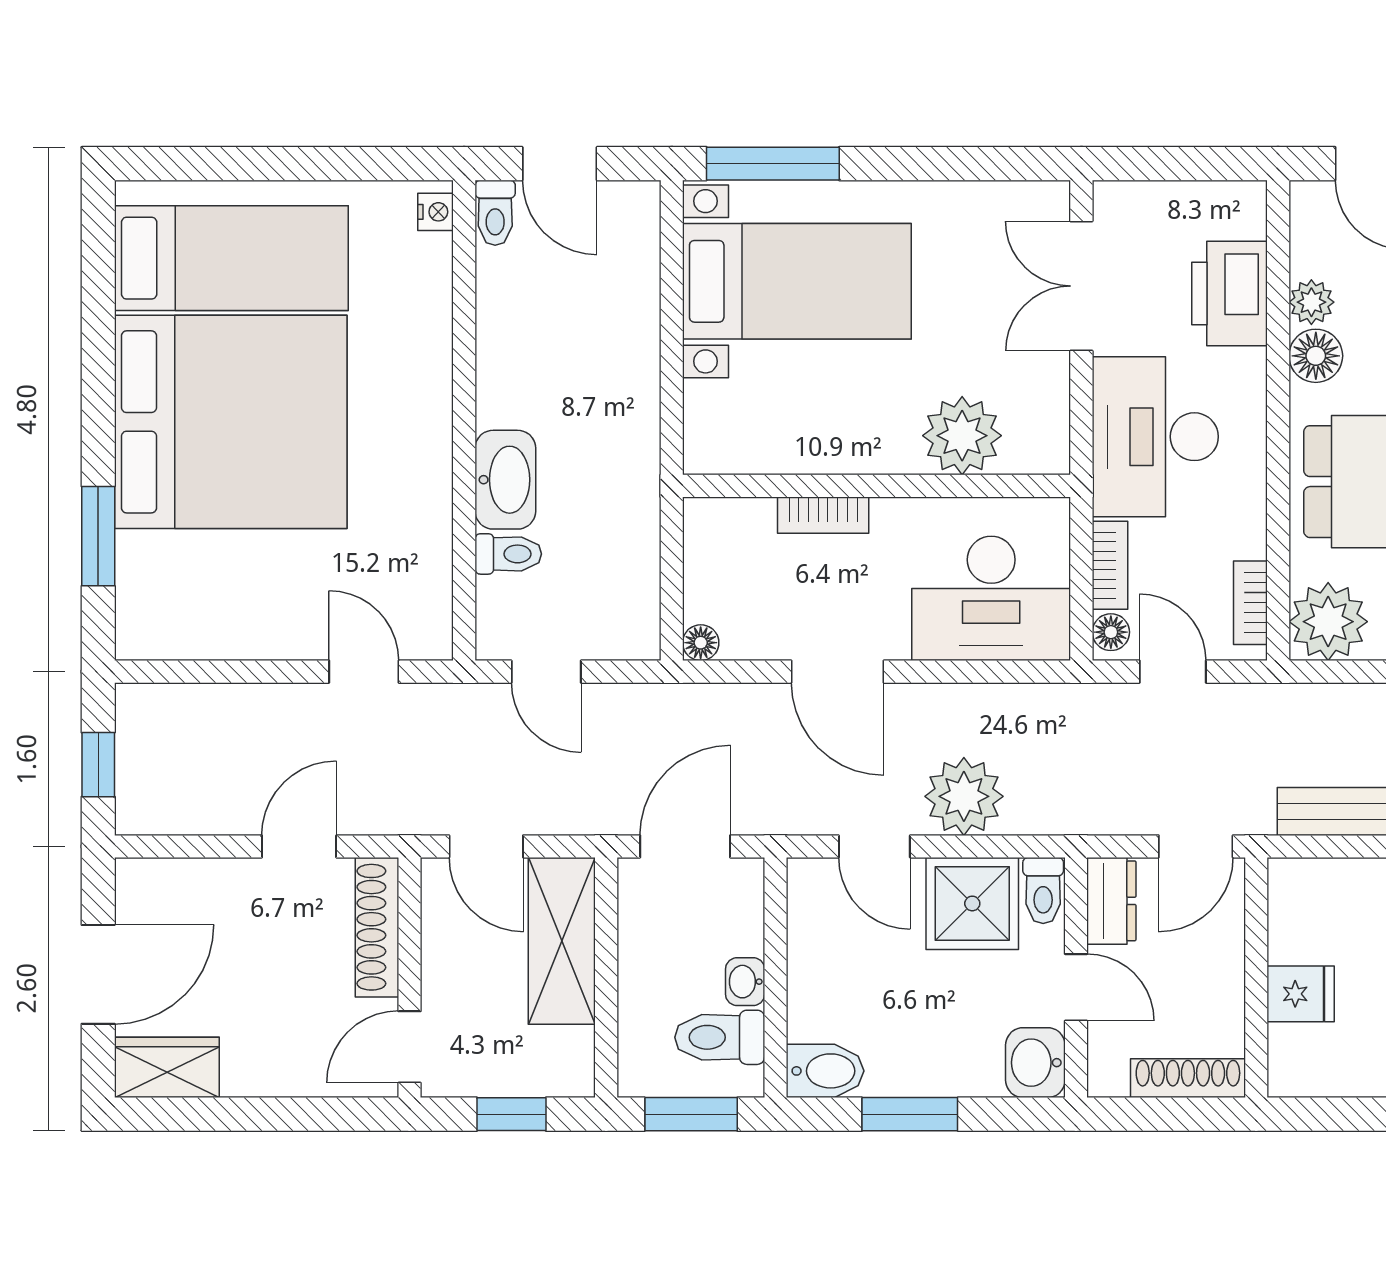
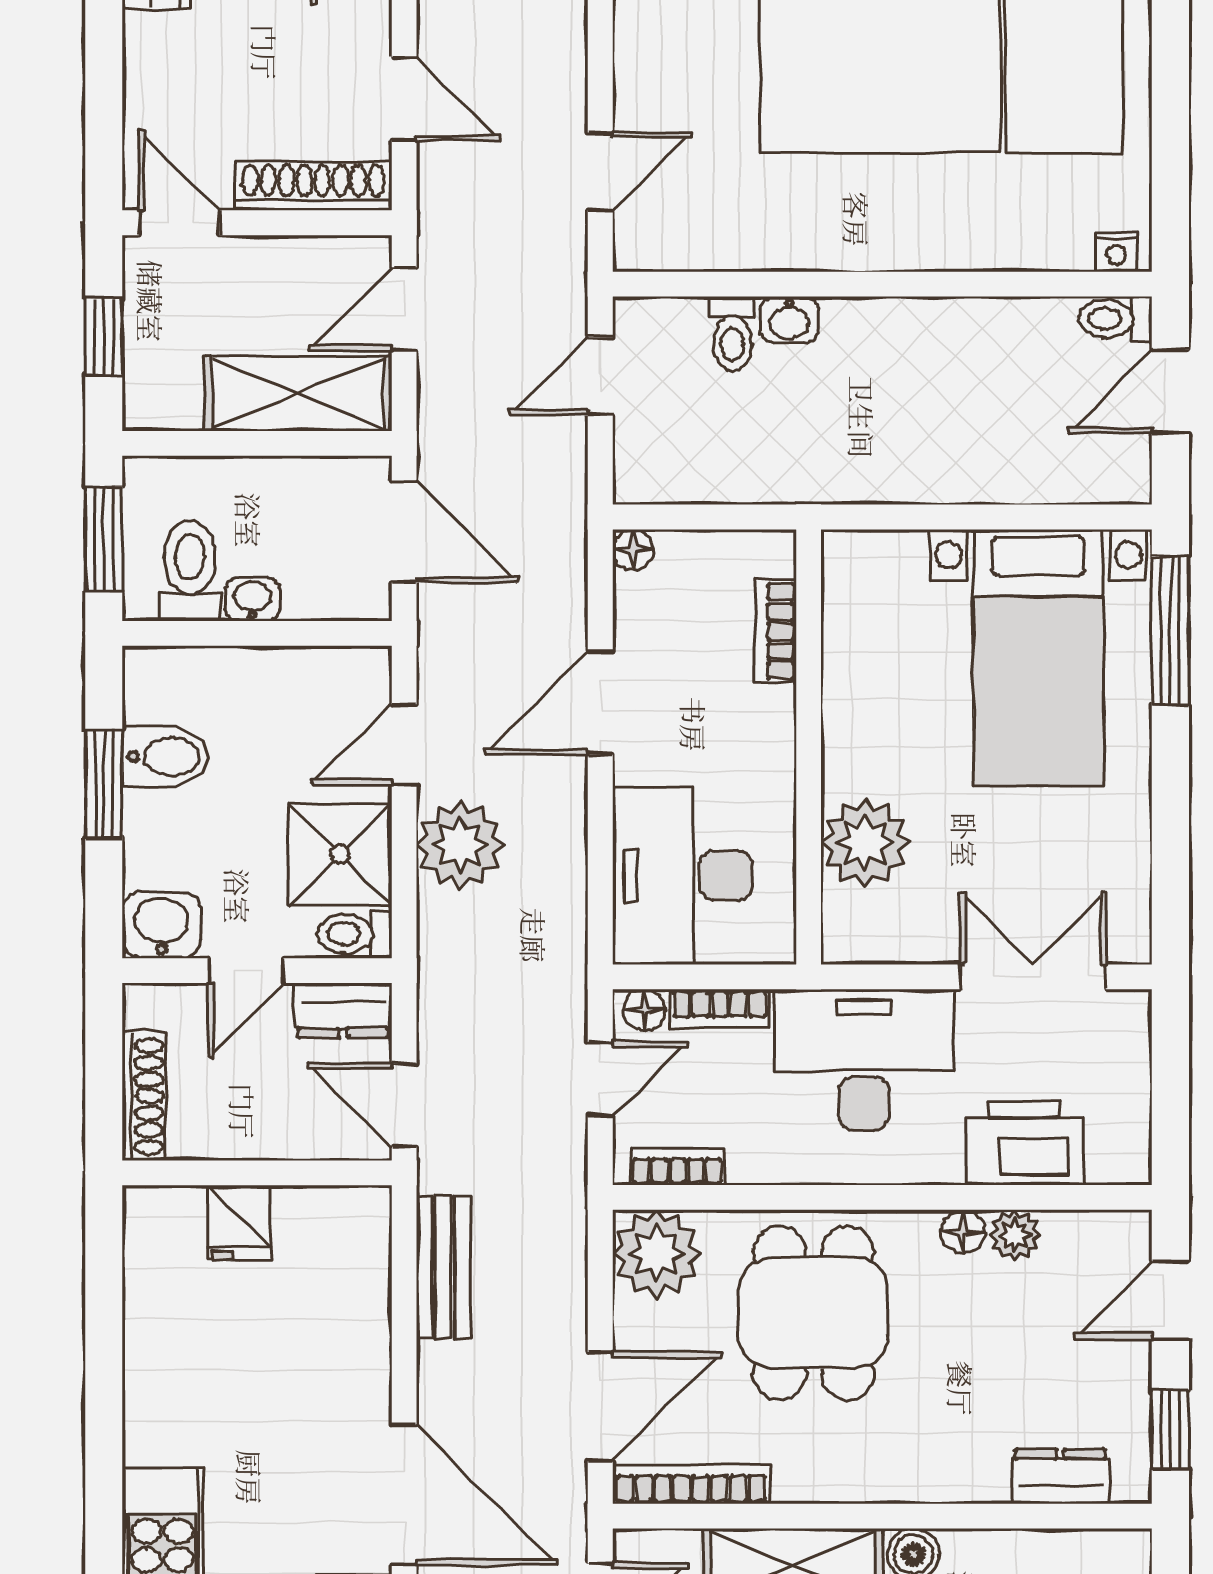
floor lamp: (1316, 356) -> (963, 1232), width x0.73, depth x0.73
washbasin: (505, 480) -> (789, 320), width x0.52, depth x0.69
bookcase: (823, 515) -> (776, 631), moved
bidet: (825, 1071) -> (166, 757), moved, turned -90

